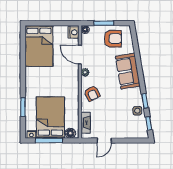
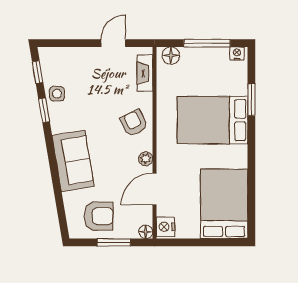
armchair: (113, 39) -> (99, 216), turned 180
door: (80, 55) -> (154, 189), swing flipped
bed: (50, 118) -> (212, 120), moved, turned 90

